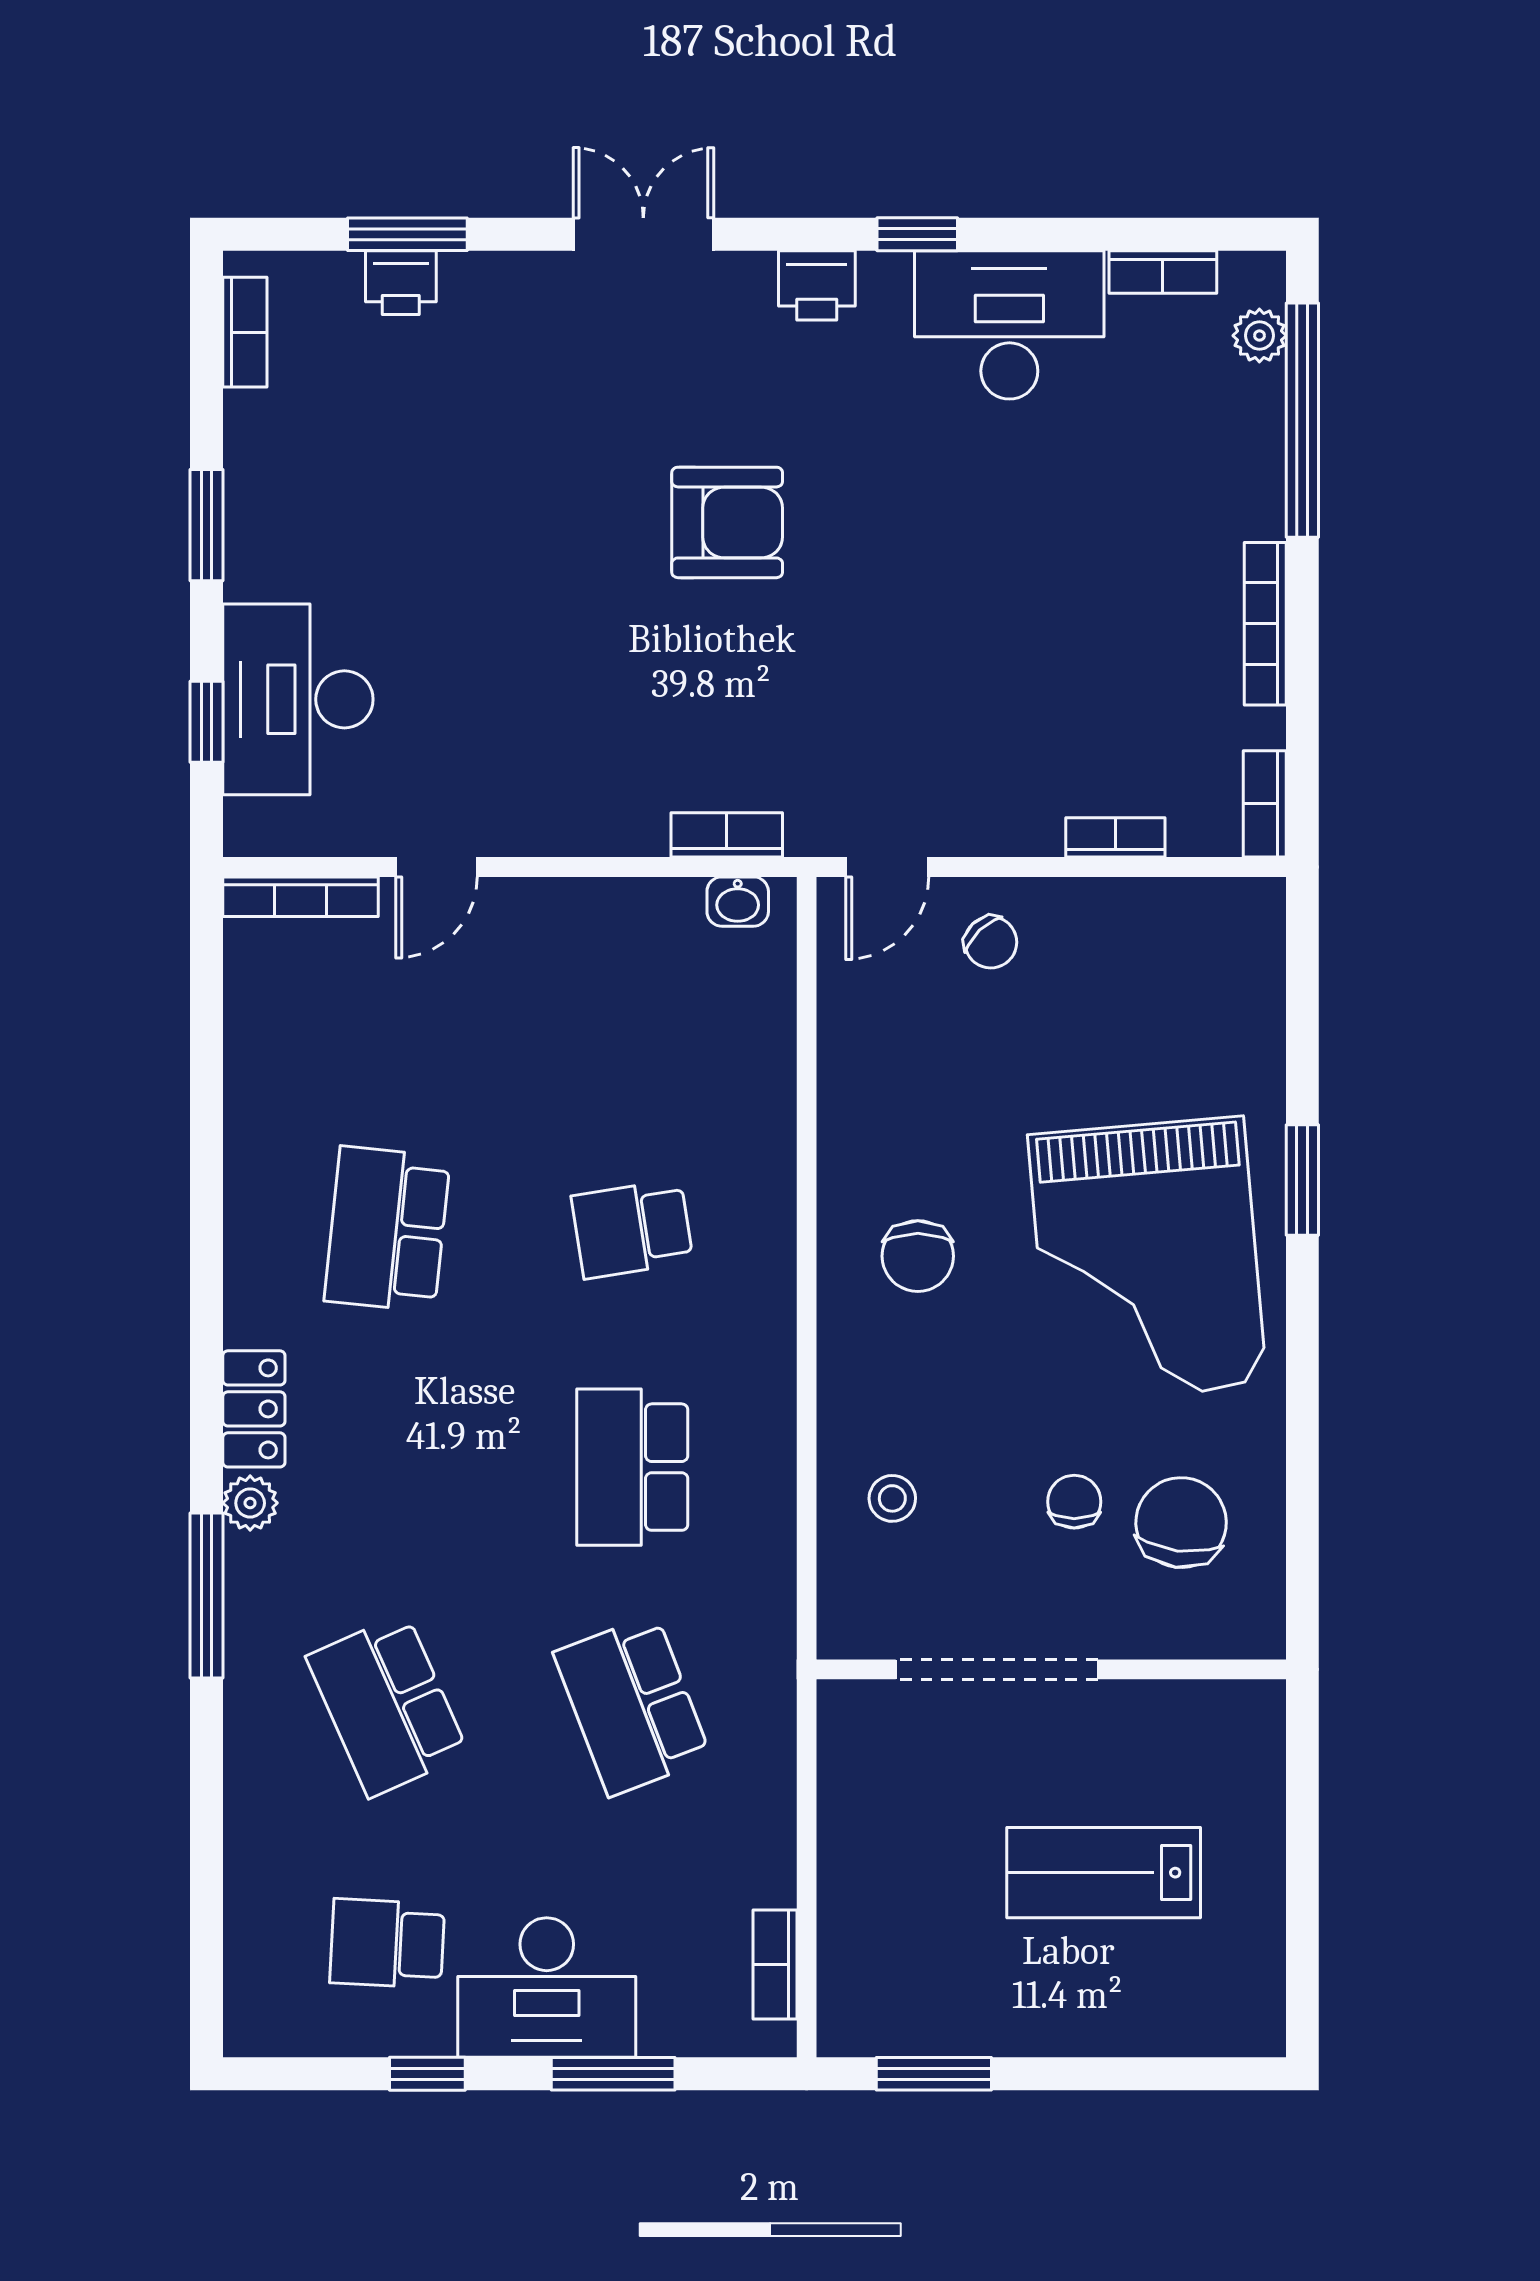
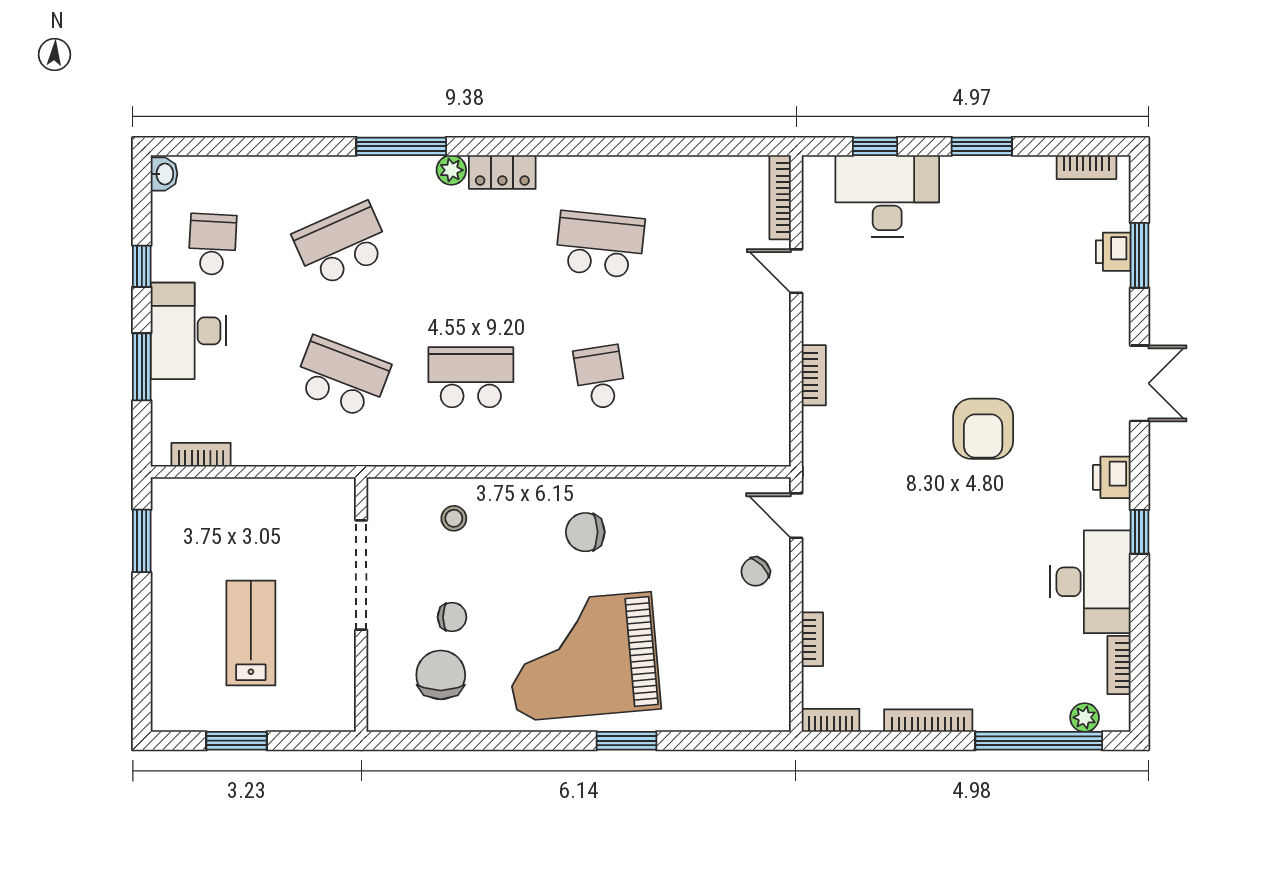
bookcase: (727, 835) -> (814, 375), moved
washbasin: (738, 902) -> (164, 174), moved, turned 180
chair: (1181, 1523) -> (441, 675), turned -97
school desk: (632, 1705) -> (342, 377), turned 42
window: (1302, 1899) -> (237, 741), added

